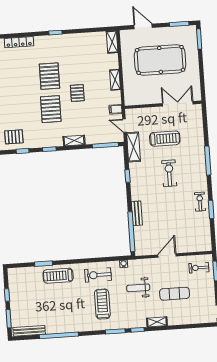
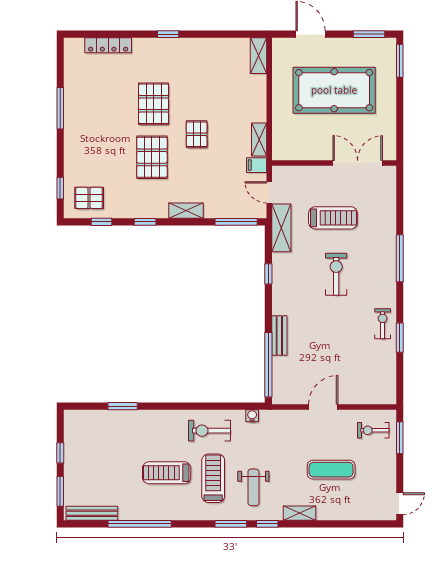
shelving: (115, 80) -> (259, 139), moved
treadmill: (58, 276) -> (167, 473), moved
weight bench: (138, 288) -> (253, 487), moved, turned -90

